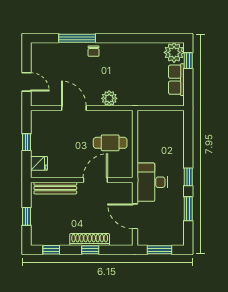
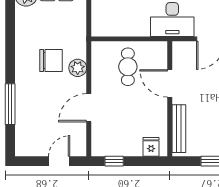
chair: (94, 51) -> (51, 60), moved, width x1.87, depth x1.87
window: (26, 142) -> (114, 161), moved

